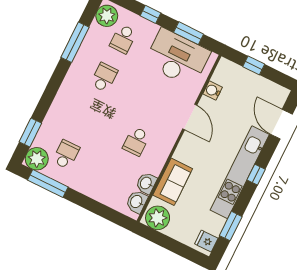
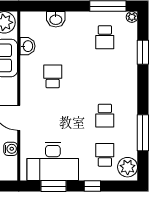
window: (30, 133) -> (143, 52), moved
plant: (37, 159) -> (132, 17), width x0.53, depth x0.53
washbasin: (137, 202) -> (56, 19), moved, turned 90

